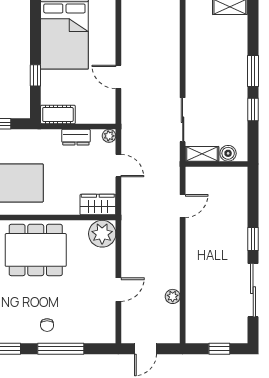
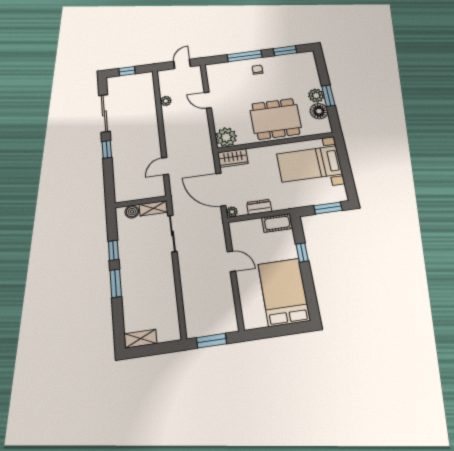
door: (118, 166) -> (221, 190), width x1.87
door: (118, 290) -> (208, 100), hinge flipped

